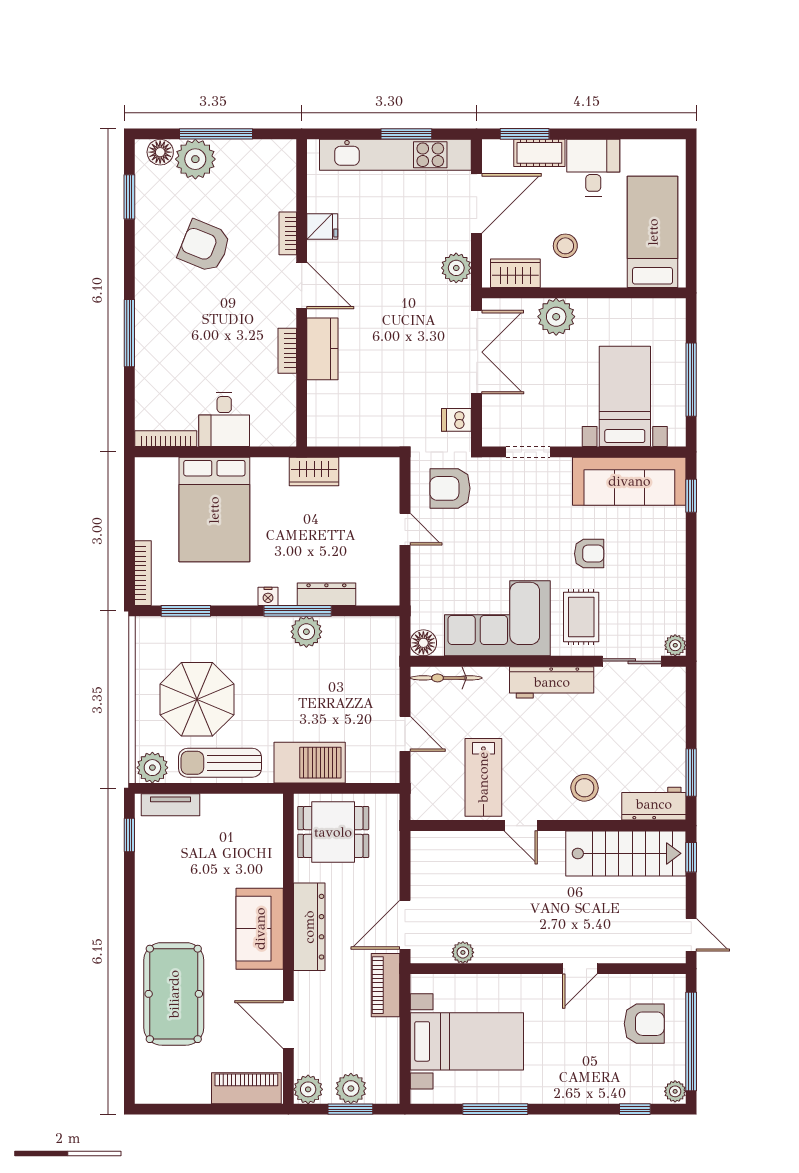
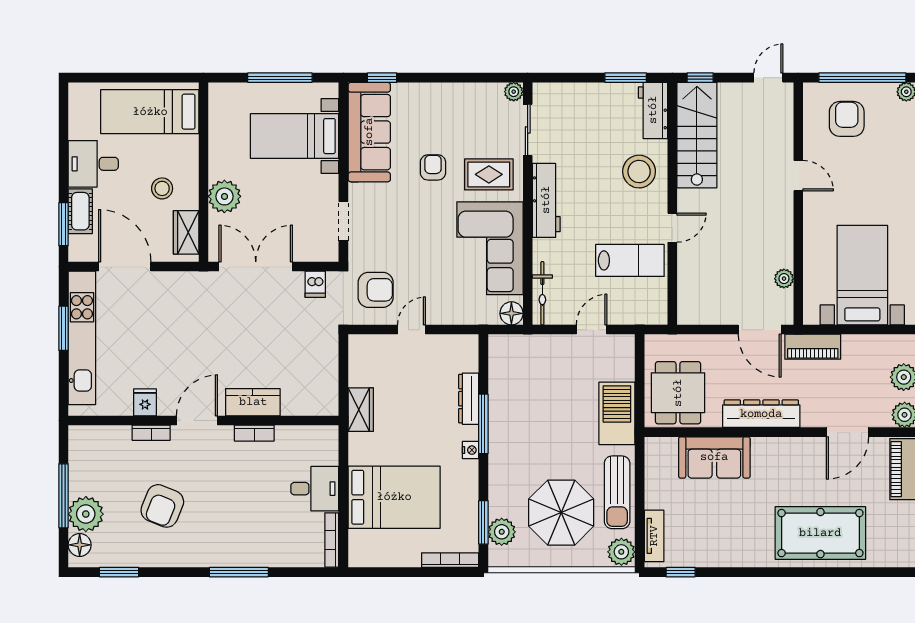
plant: (456, 268) -> (182, 284), removed
armchair: (450, 488) -> (376, 290), turned -90
plant: (306, 632) -> (502, 532), moved
stool: (584, 788) -> (639, 172), width x1.38, depth x1.38
sofa: (260, 929) -> (714, 457), moved

